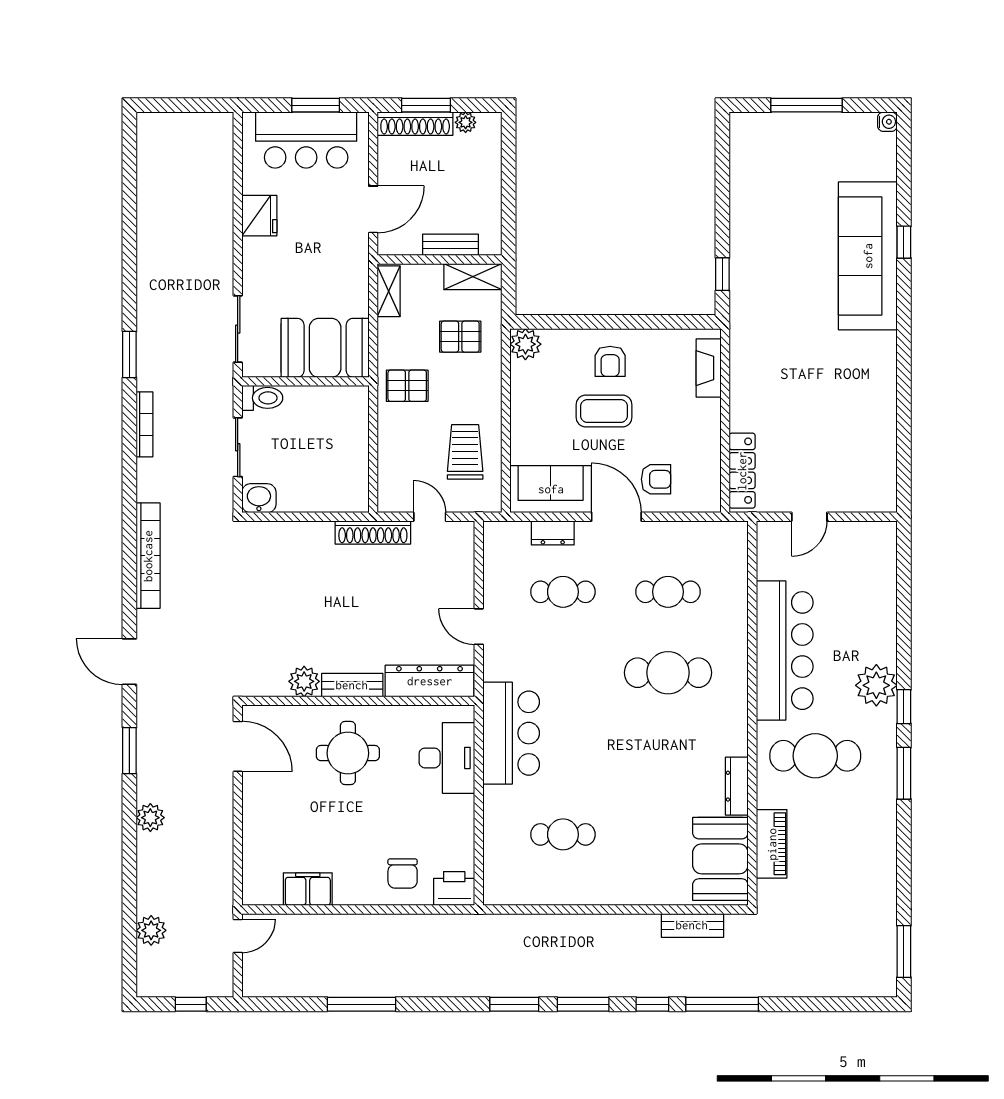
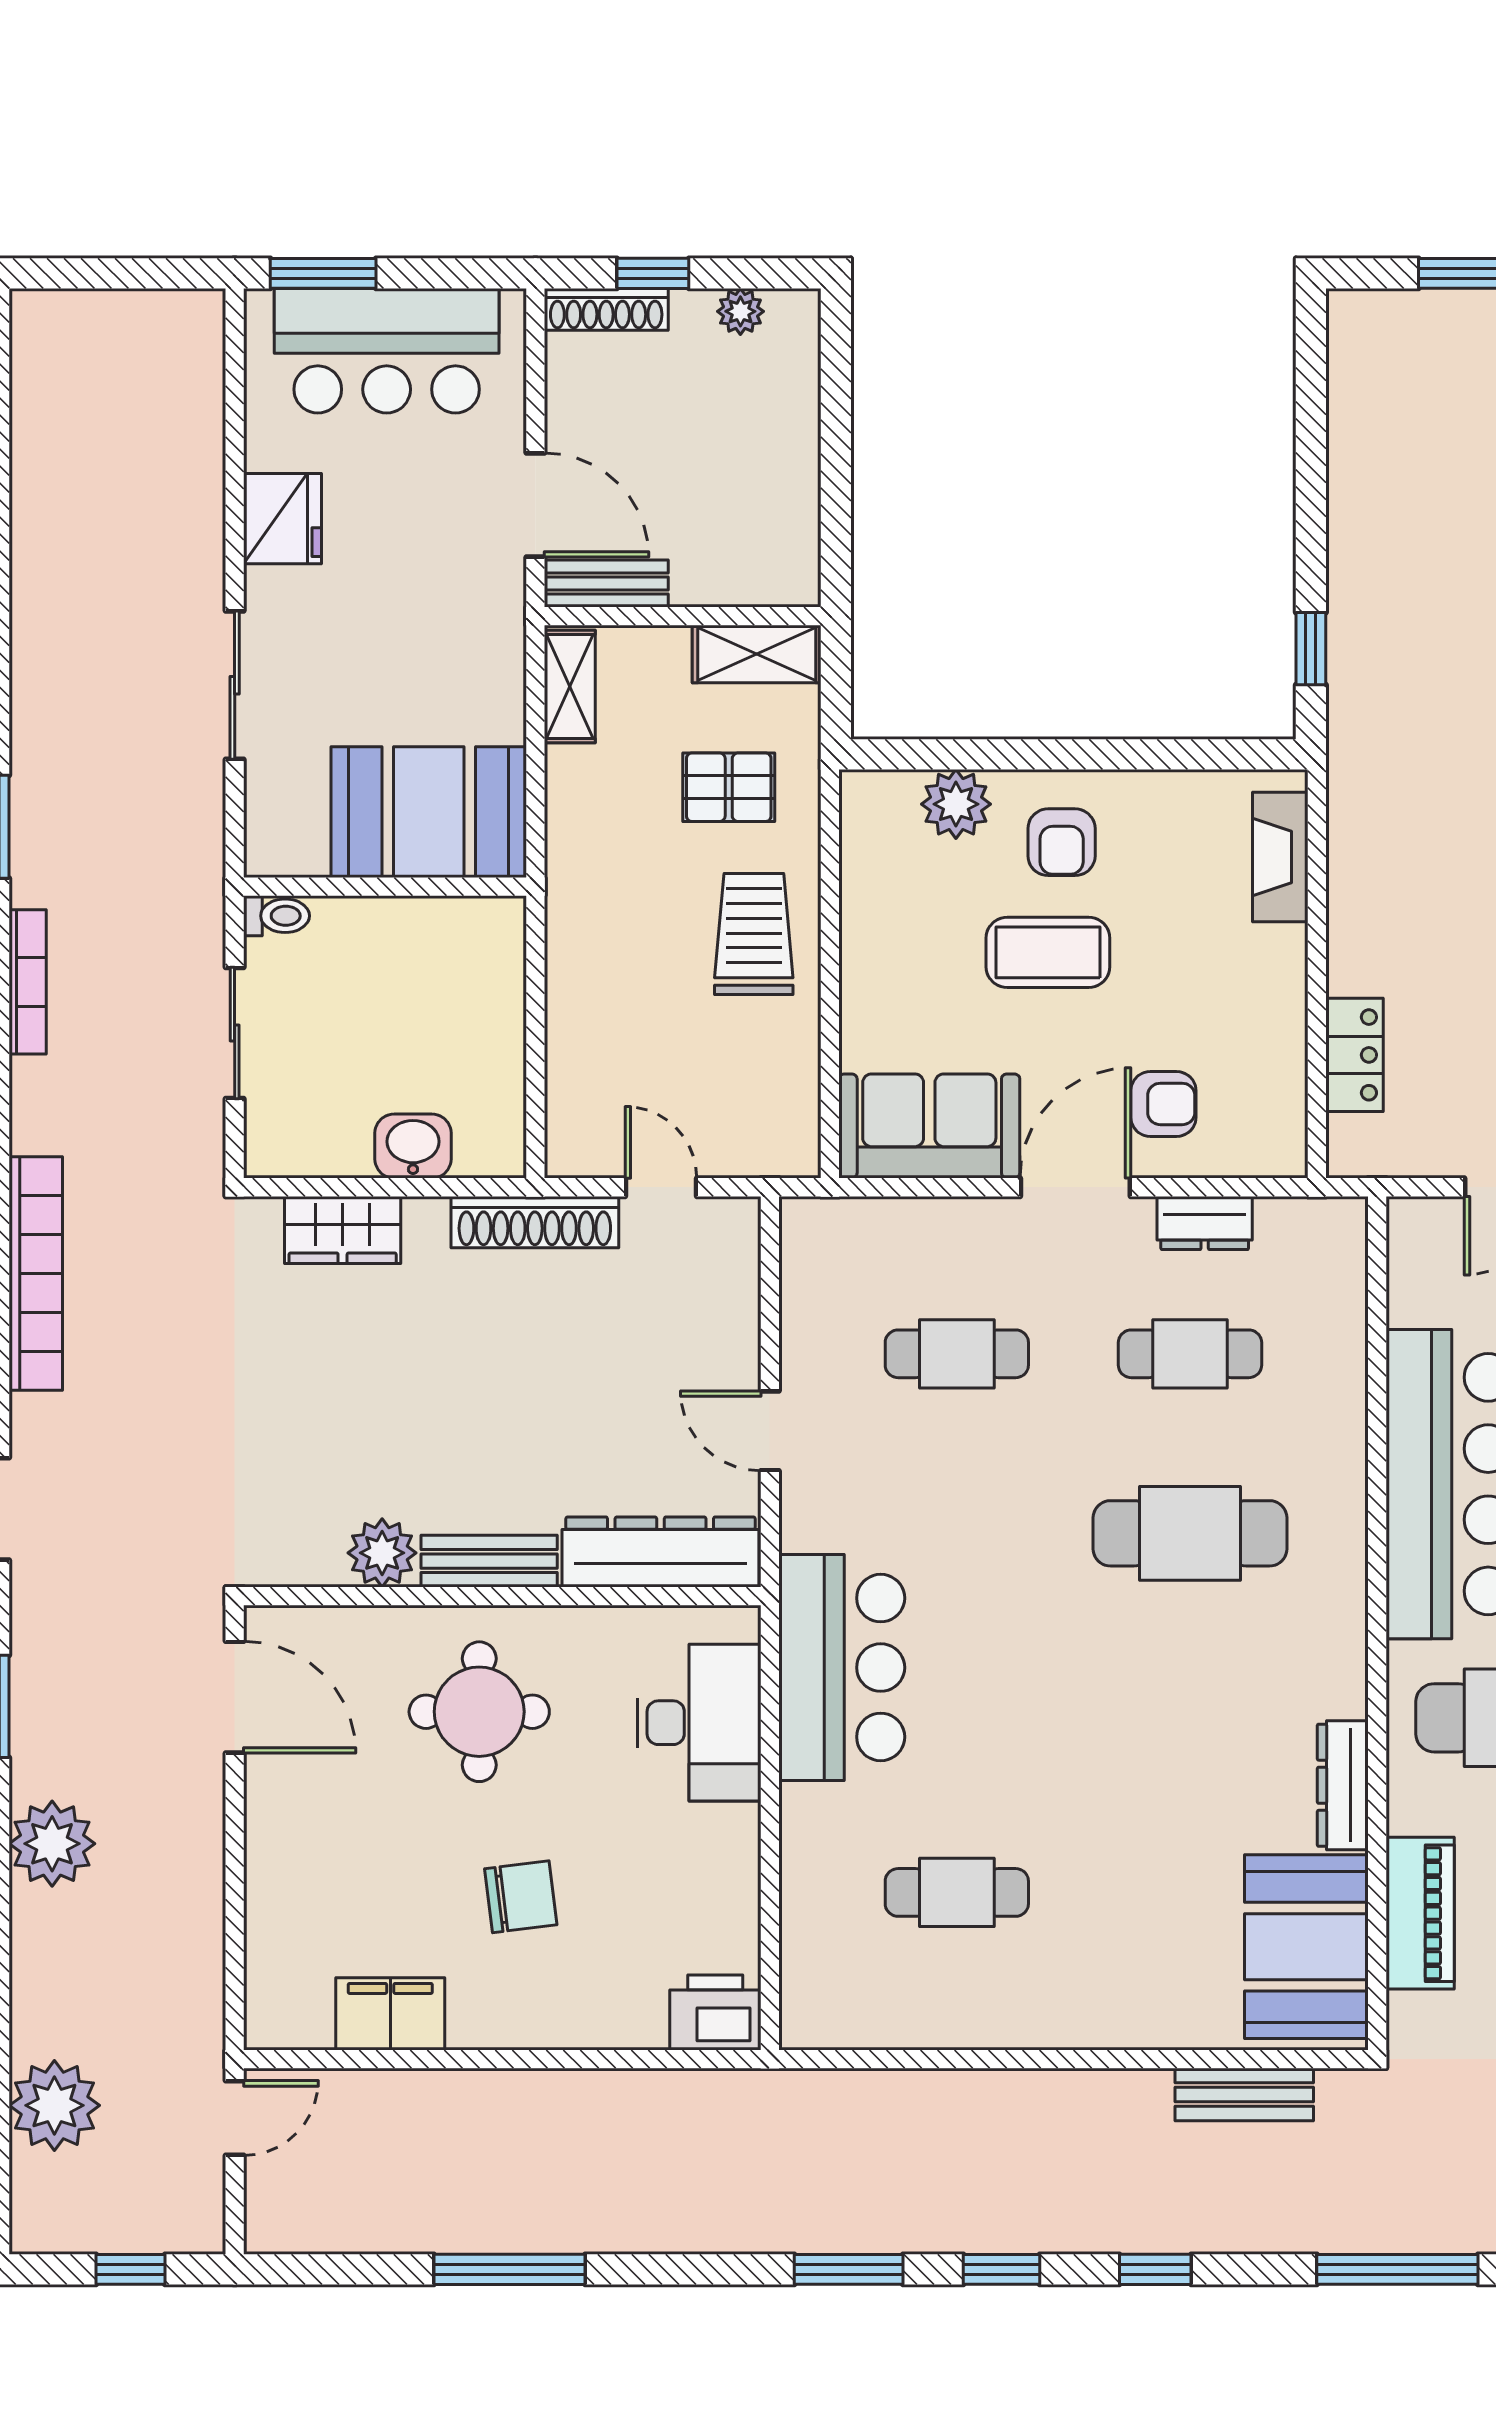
window: (316, 105) -> (323, 273), moved
window: (426, 105) -> (653, 273), width x0.67
shoe rack: (415, 124) -> (606, 309), width x0.74, depth x0.81
door: (373, 209) -> (535, 505), hinge flipped
bench: (450, 245) -> (606, 583), moved
sliding door: (238, 329) -> (235, 685), moved
plant: (525, 344) -> (956, 804), moved
pallet: (407, 386) -> (611, 896), removed
toilet: (262, 398) -> (277, 916), width x0.73, depth x0.72
trolley: (465, 452) -> (754, 934), moved
locker: (742, 471) -> (1355, 1055), width x0.66
washbasin: (259, 498) -> (413, 1146), moved
door: (616, 517) -> (1075, 1187), hinge flipped
dresser: (553, 533) -> (1205, 1223), moved
wardrobe: (286, 536) -> (343, 1230), added
plant: (150, 818) -> (52, 1844), width x1.36, depth x1.36
chair: (403, 874) -> (521, 1897), moved, turned -97
plant: (151, 930) -> (54, 2105), width x1.36, depth x1.36
window: (583, 1004) -> (1002, 2269), width x0.67
window: (722, 1004) -> (1397, 2269), moved

